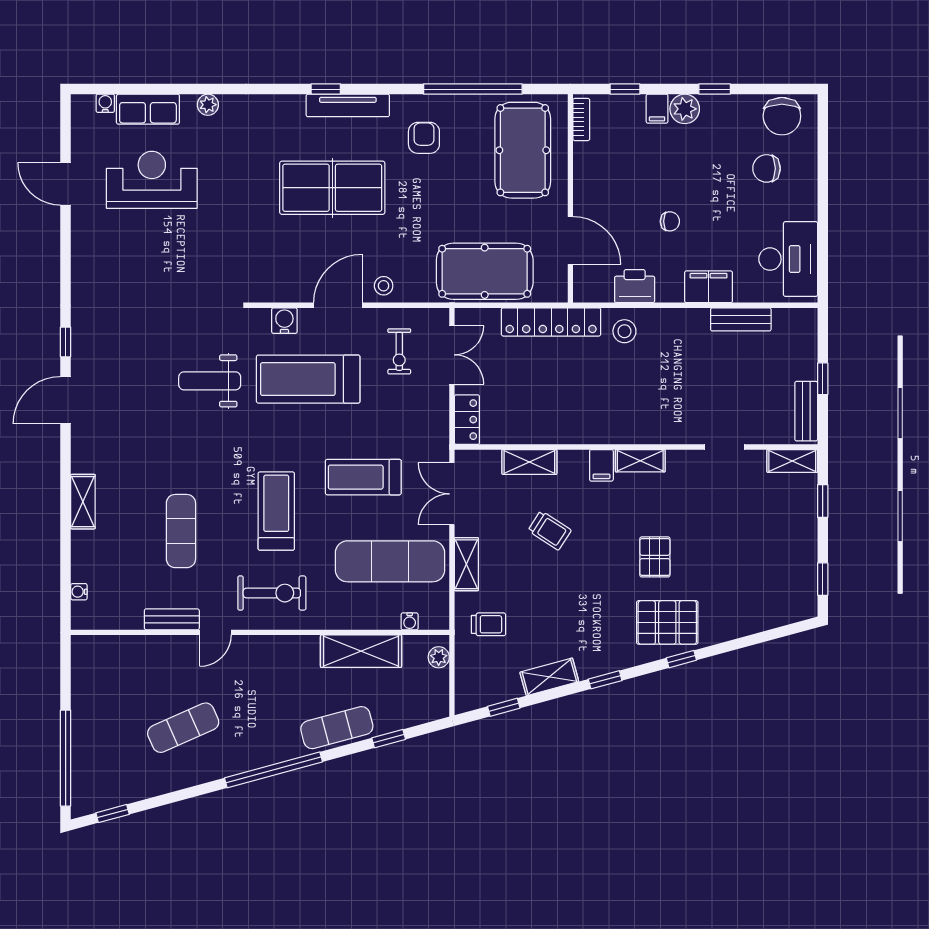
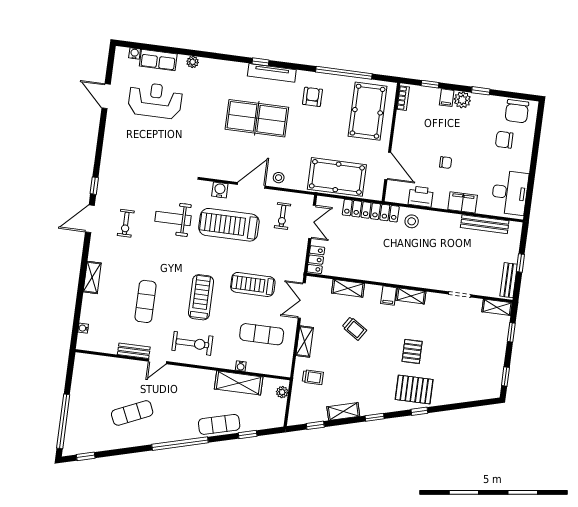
bench: (741, 319) -> (485, 224), width x1.36
exercise bike: (129, 400) -> (126, 223), added
exercise mat: (390, 561) -> (262, 334), width x0.73, depth x0.69
water cooler: (410, 621) -> (241, 366), moved

